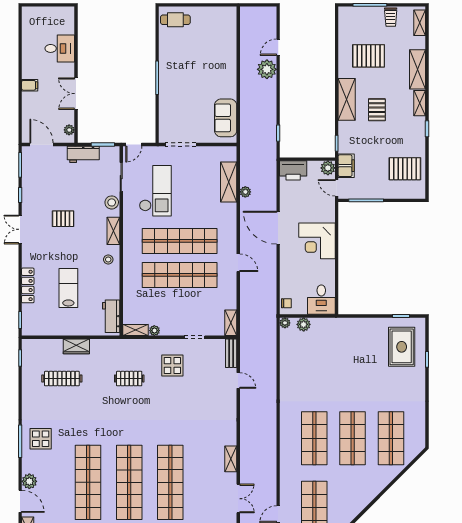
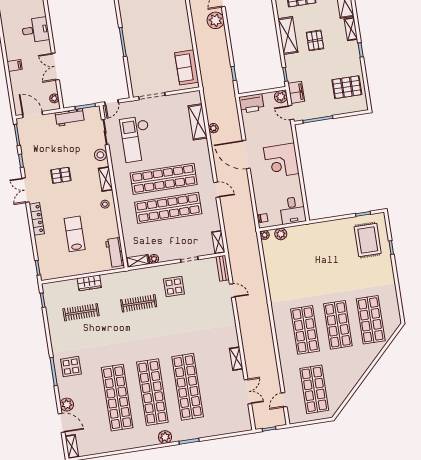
checkout: (155, 191) -> (136, 139), turned 180
locker: (28, 285) -> (37, 219), moved
clothes rail: (129, 379) -> (139, 303), width x1.36

